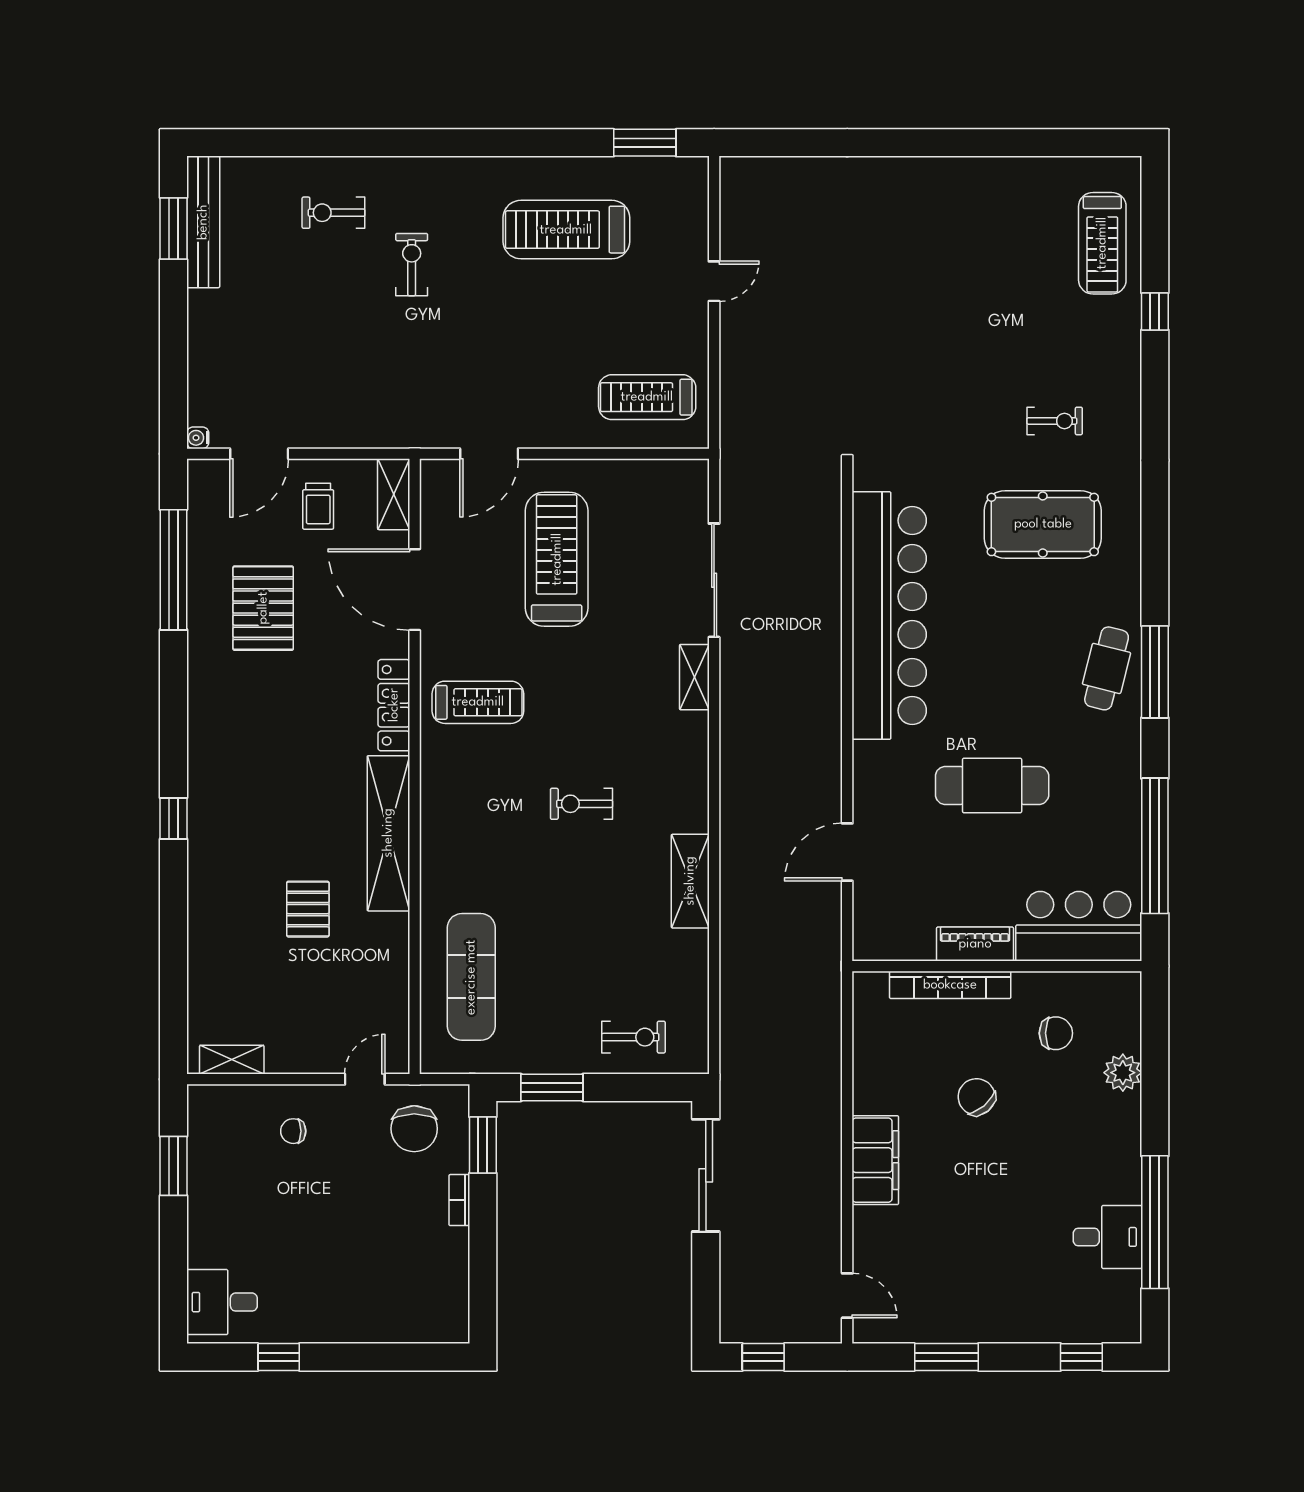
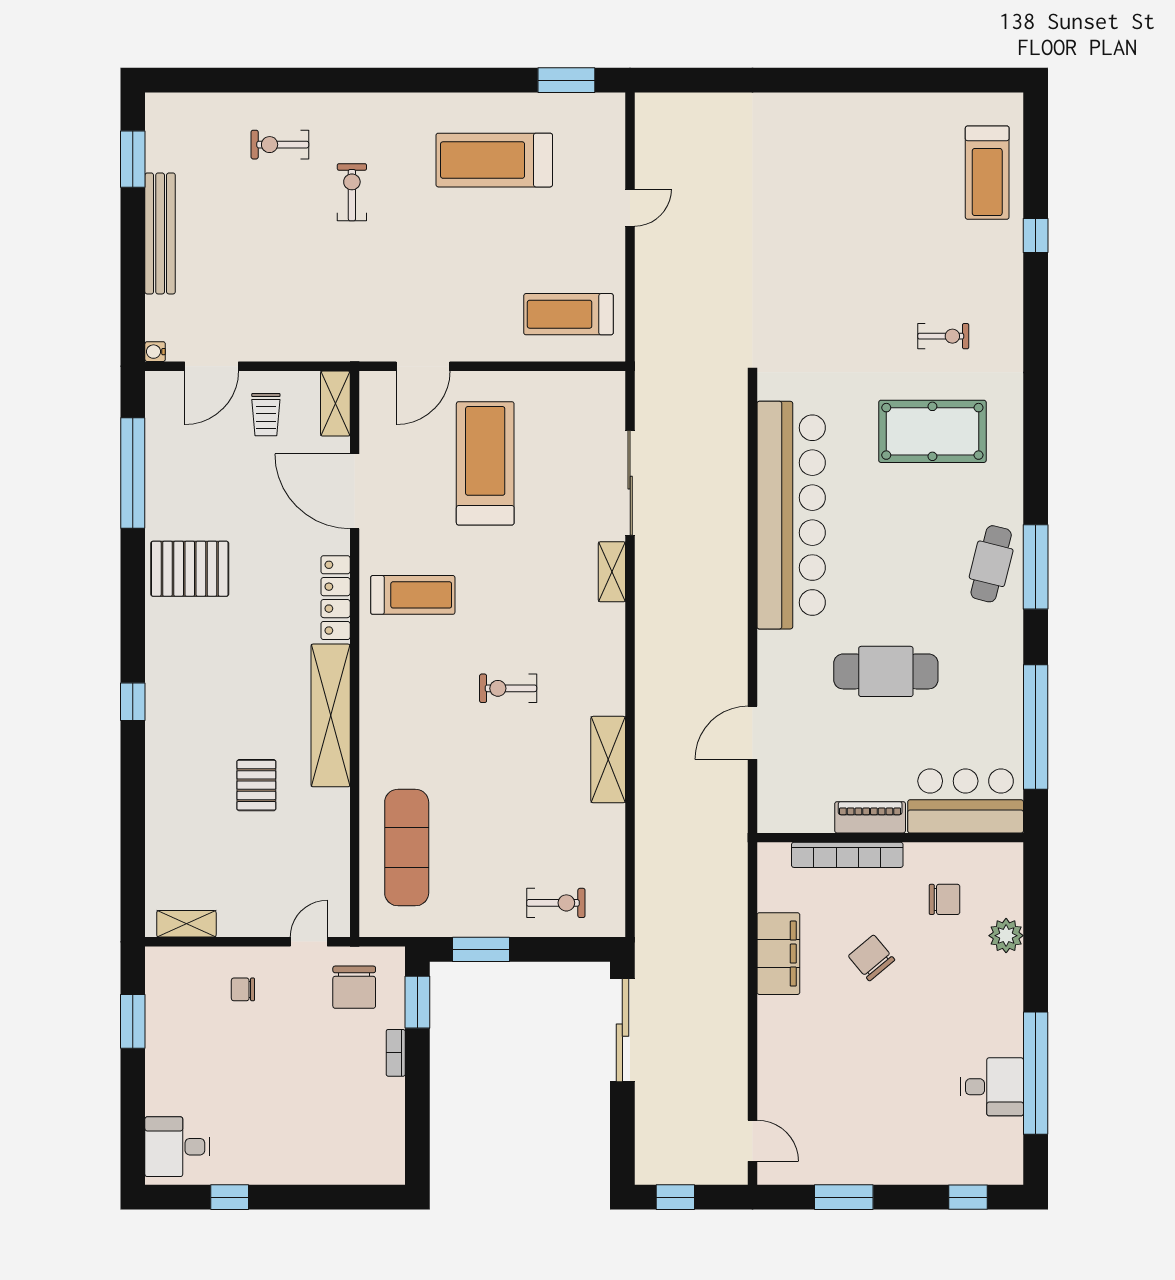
bench: (203, 222) -> (160, 233), moved
pallet: (263, 608) -> (190, 569), moved, turned 90
filing cabinet: (875, 1160) -> (778, 954), moved

